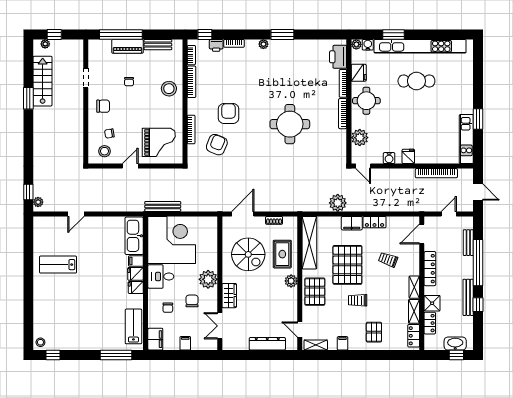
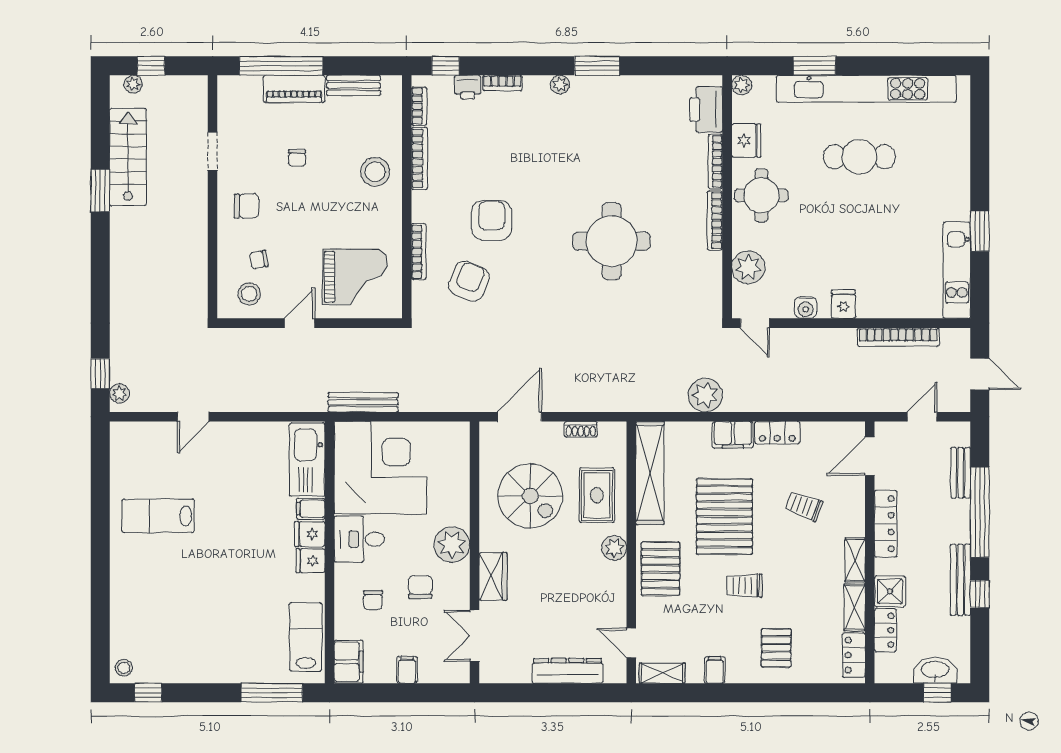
water cooler: (368, 45) -> (764, 86), removed

